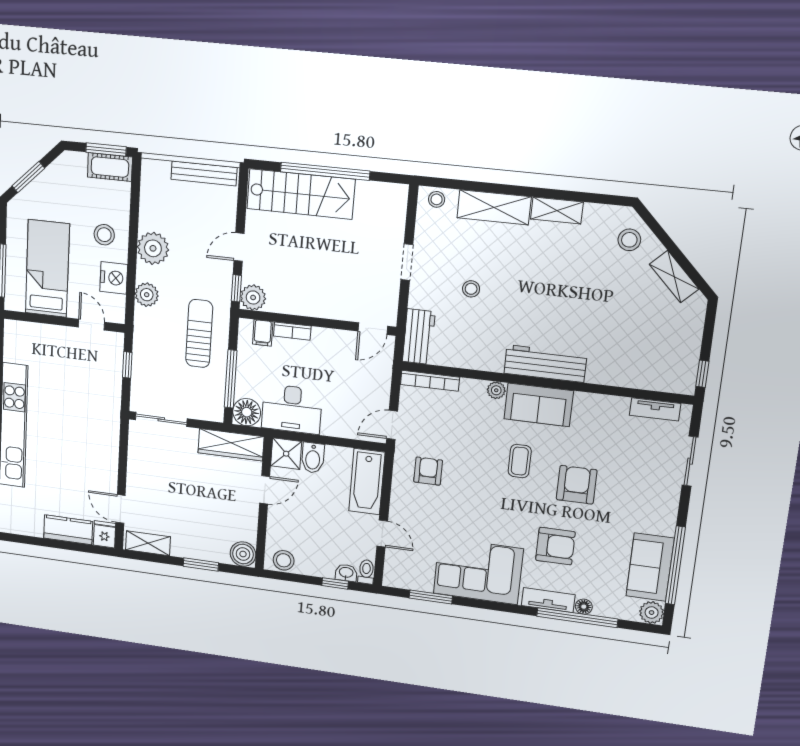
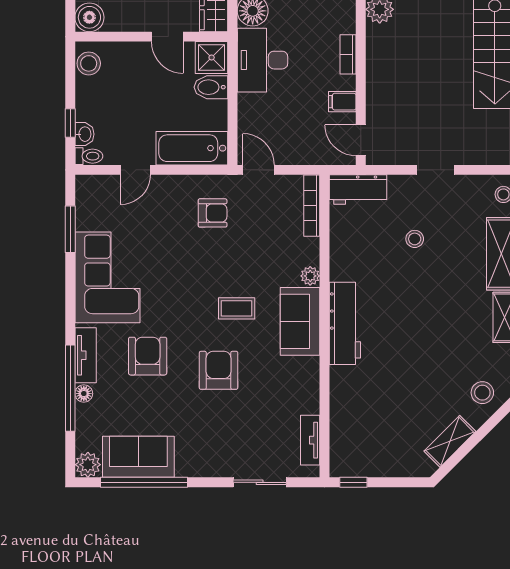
filing cabinet: (263, 333) -> (342, 102), moved
armchair: (577, 485) -> (219, 370), turned -90
armchair: (555, 546) -> (148, 356), turned 180

